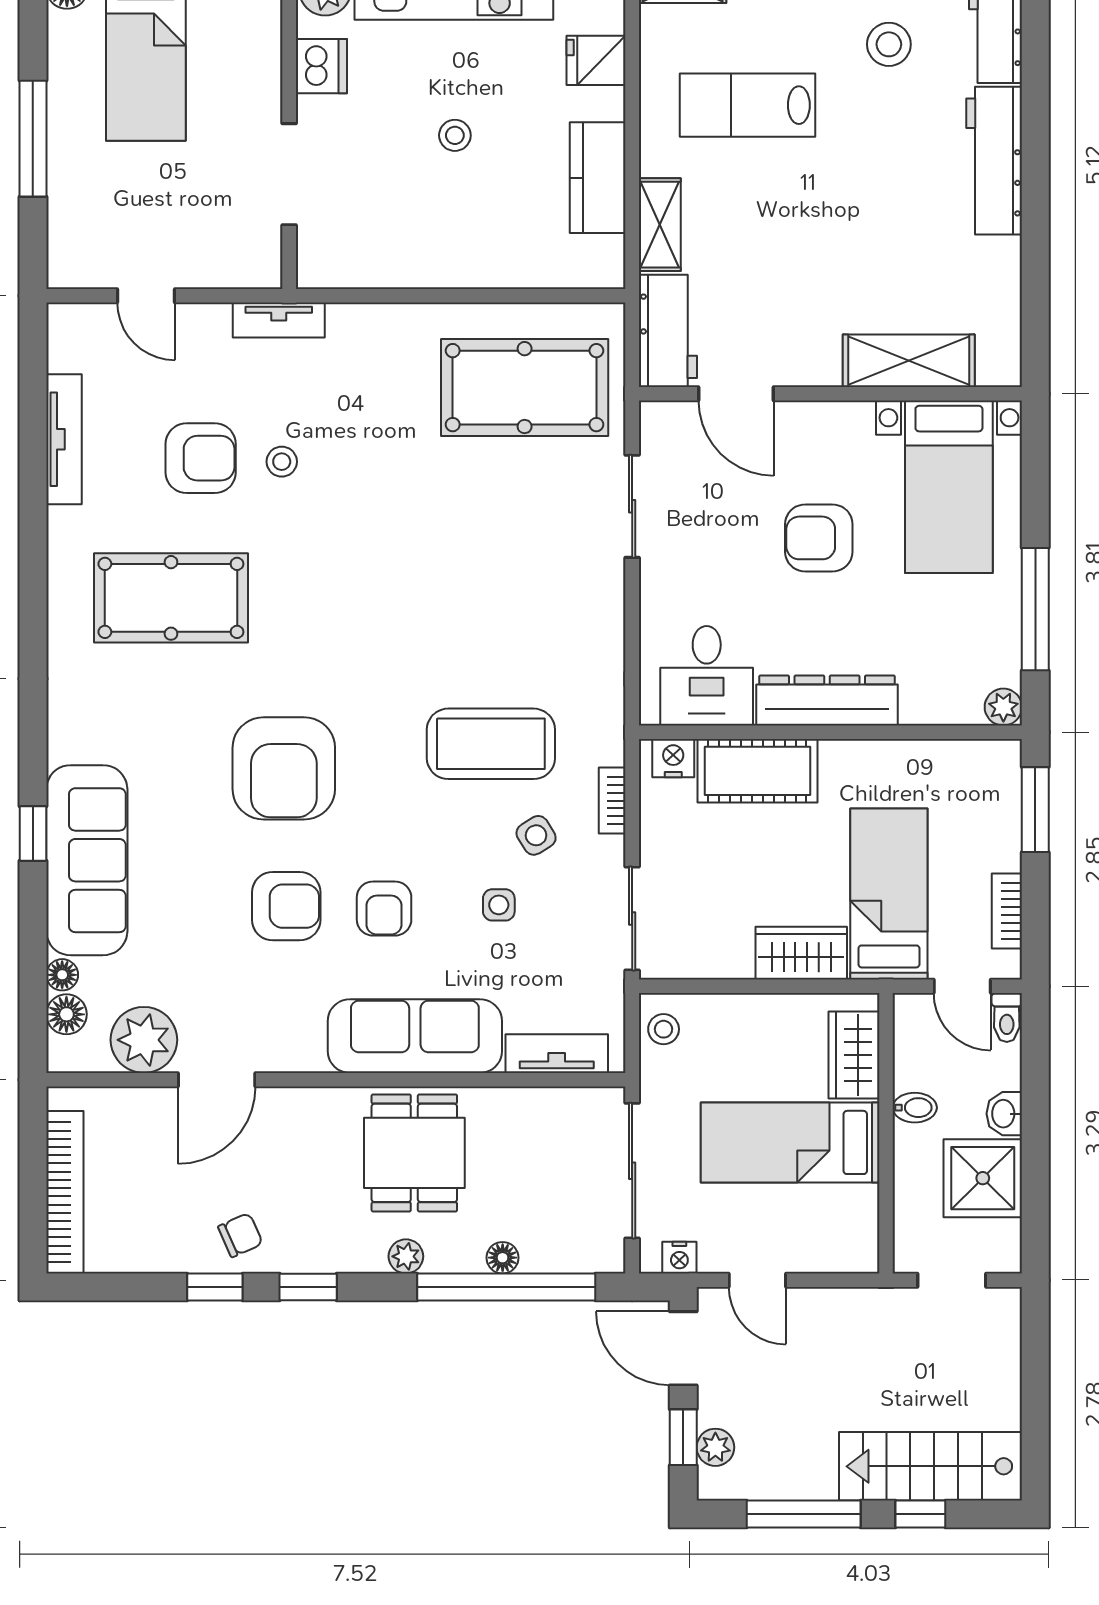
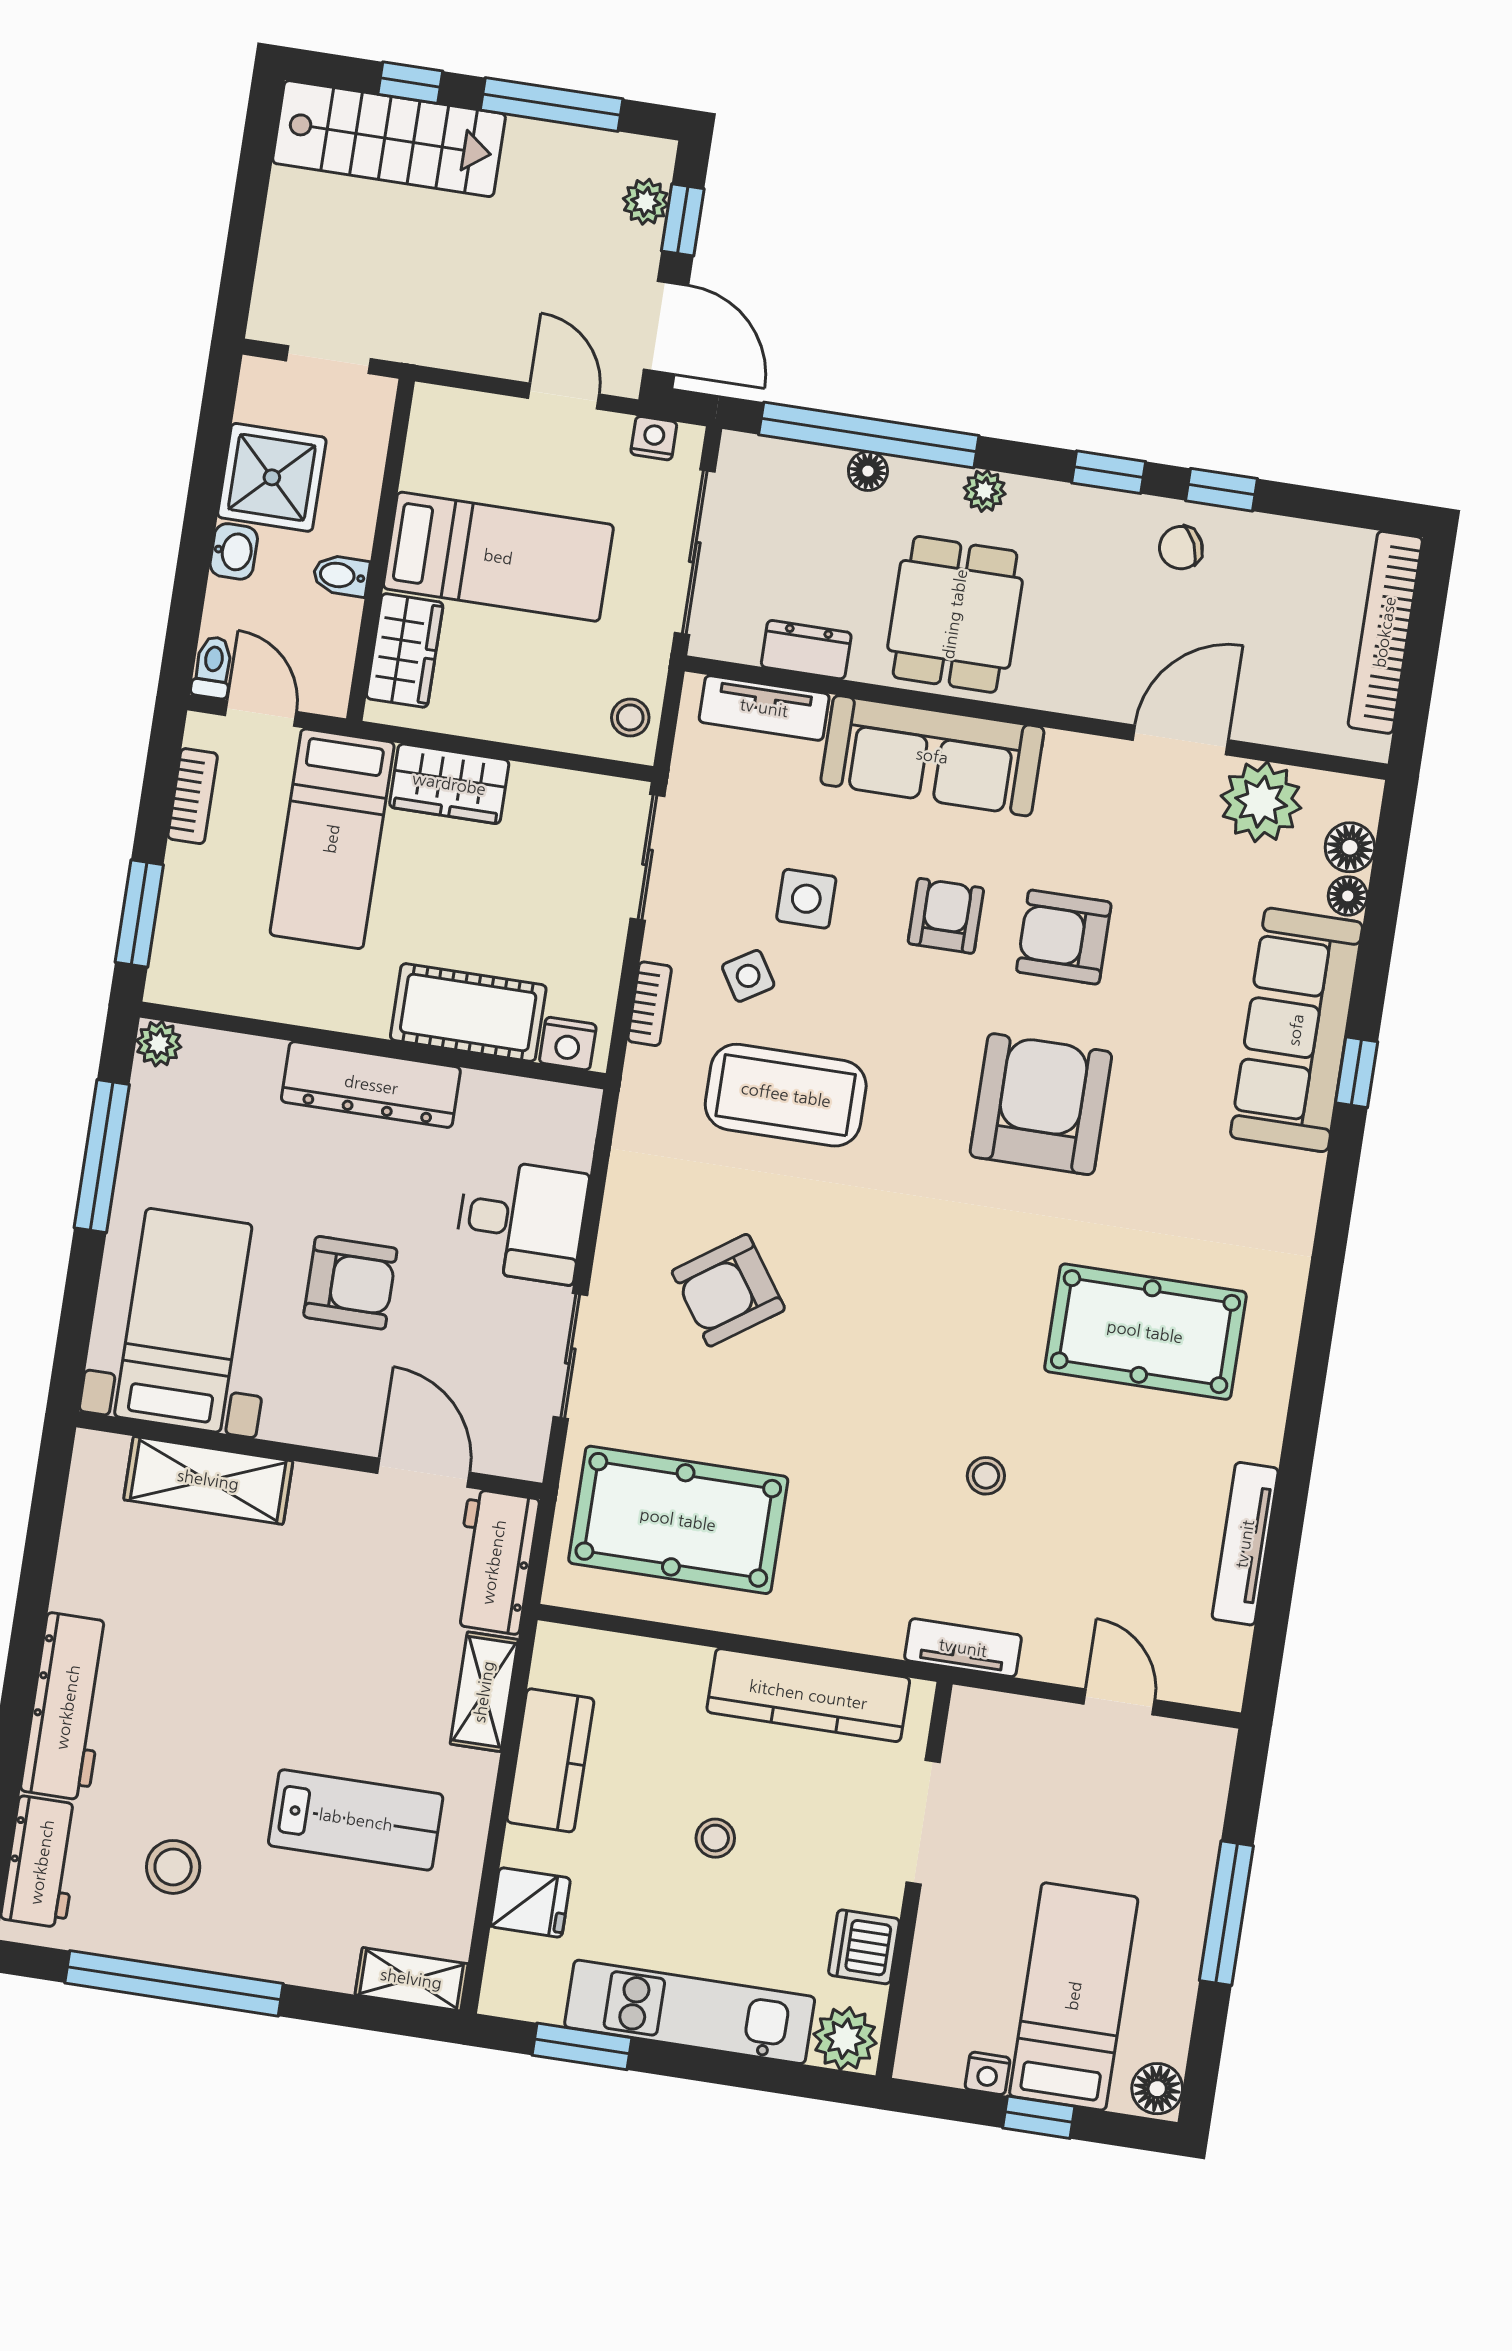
kitchen counter: (398, 262) -> (808, 1695), added
armchair: (201, 458) -> (728, 1290), moved, turned -35
desk: (707, 676) -> (521, 1221), moved, turned 90
side table: (499, 905) -> (806, 899), width x1.37, depth x1.37
dresser: (530, 1106) -> (806, 650), added

